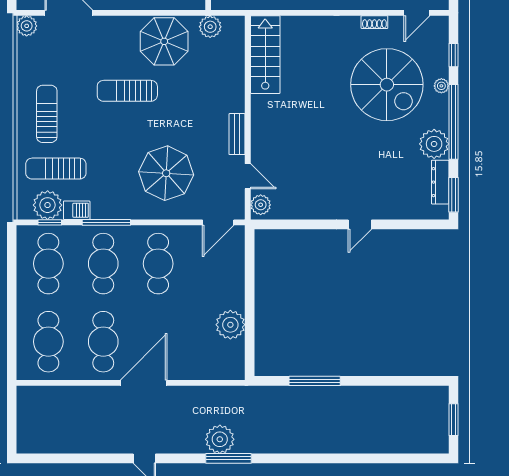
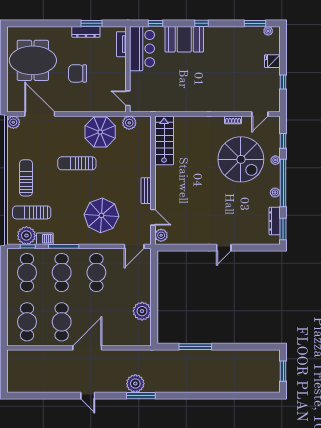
plant: (434, 144) -> (275, 193), width x0.53, depth x0.53

